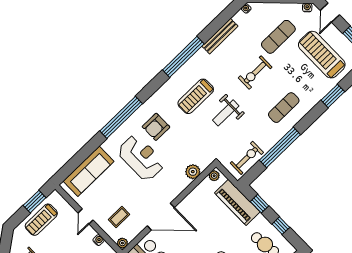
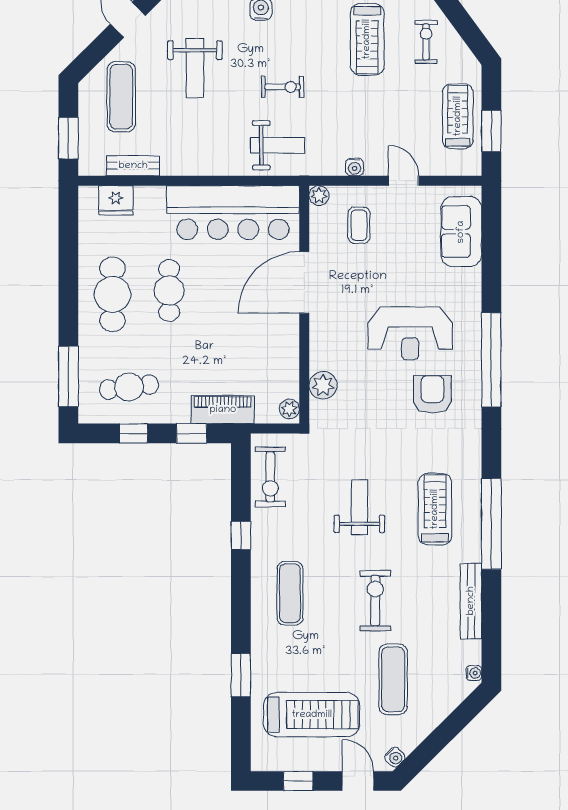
treadmill: (196, 96) -> (435, 509), moved
window: (280, 147) -> (241, 536), width x0.32
sofa: (88, 171) -> (461, 232), width x0.73
piano: (237, 202) -> (223, 410), width x0.73, depth x0.75

